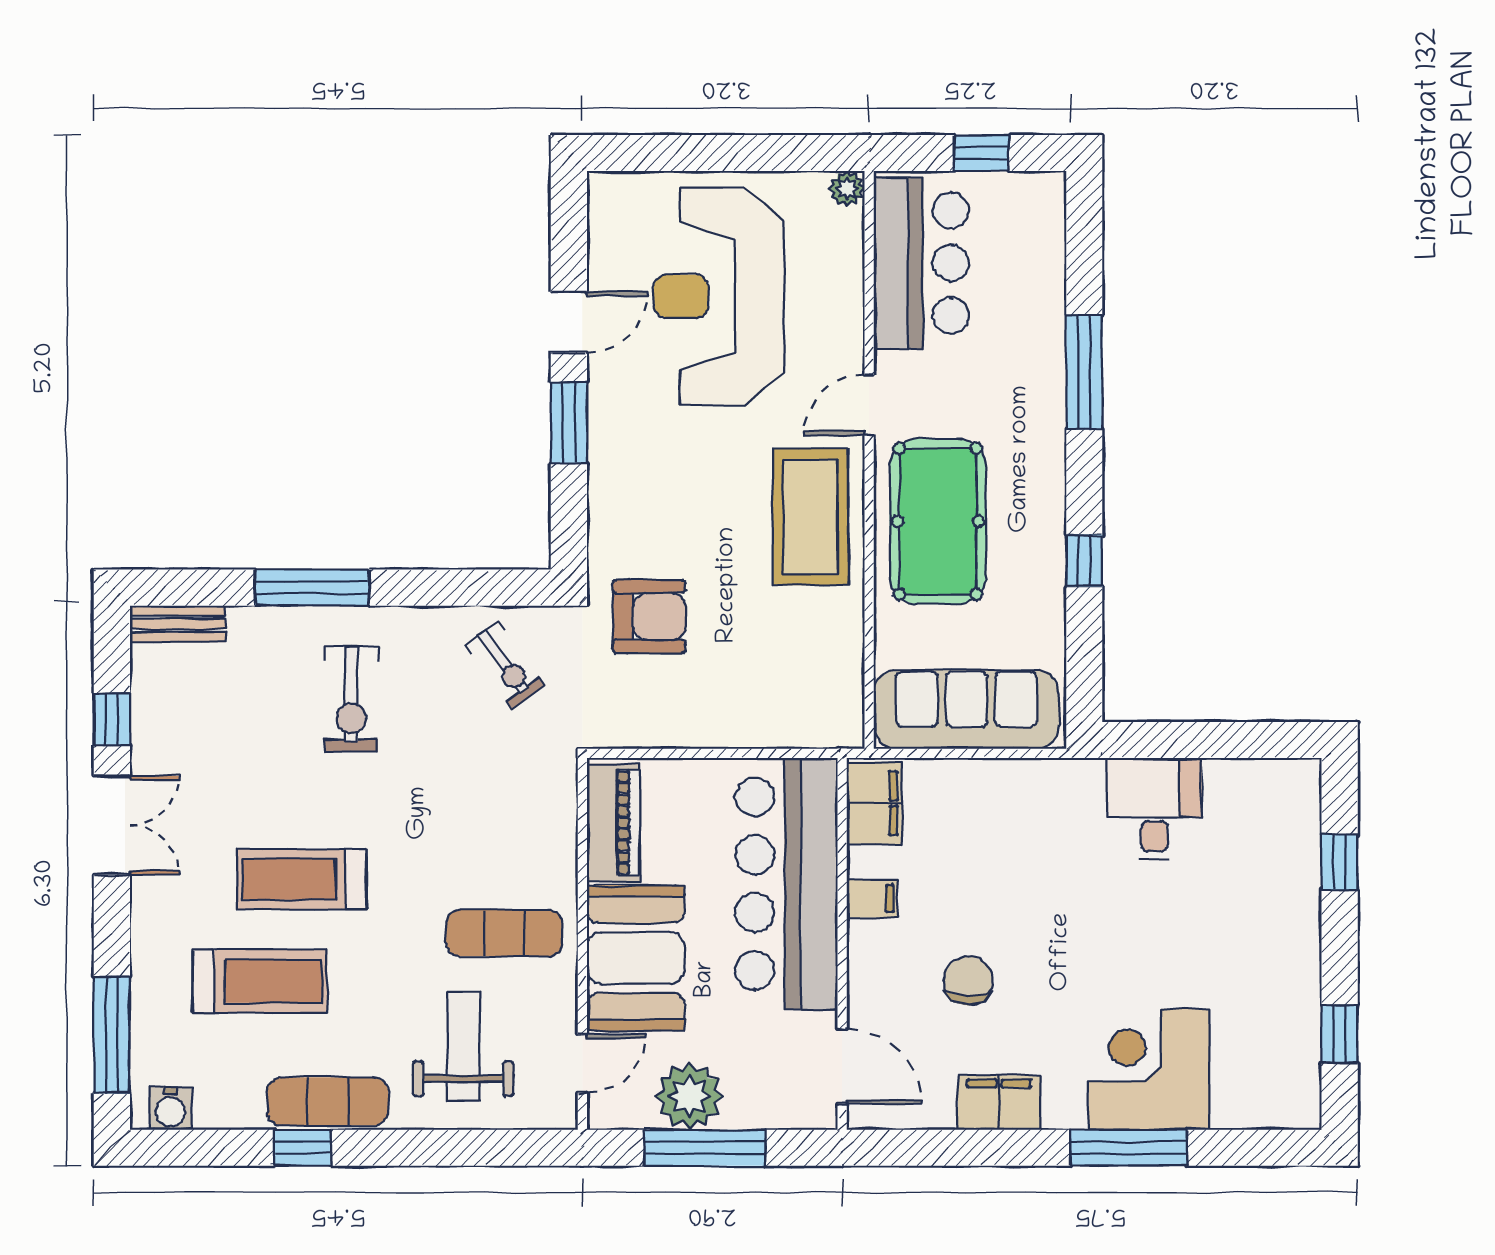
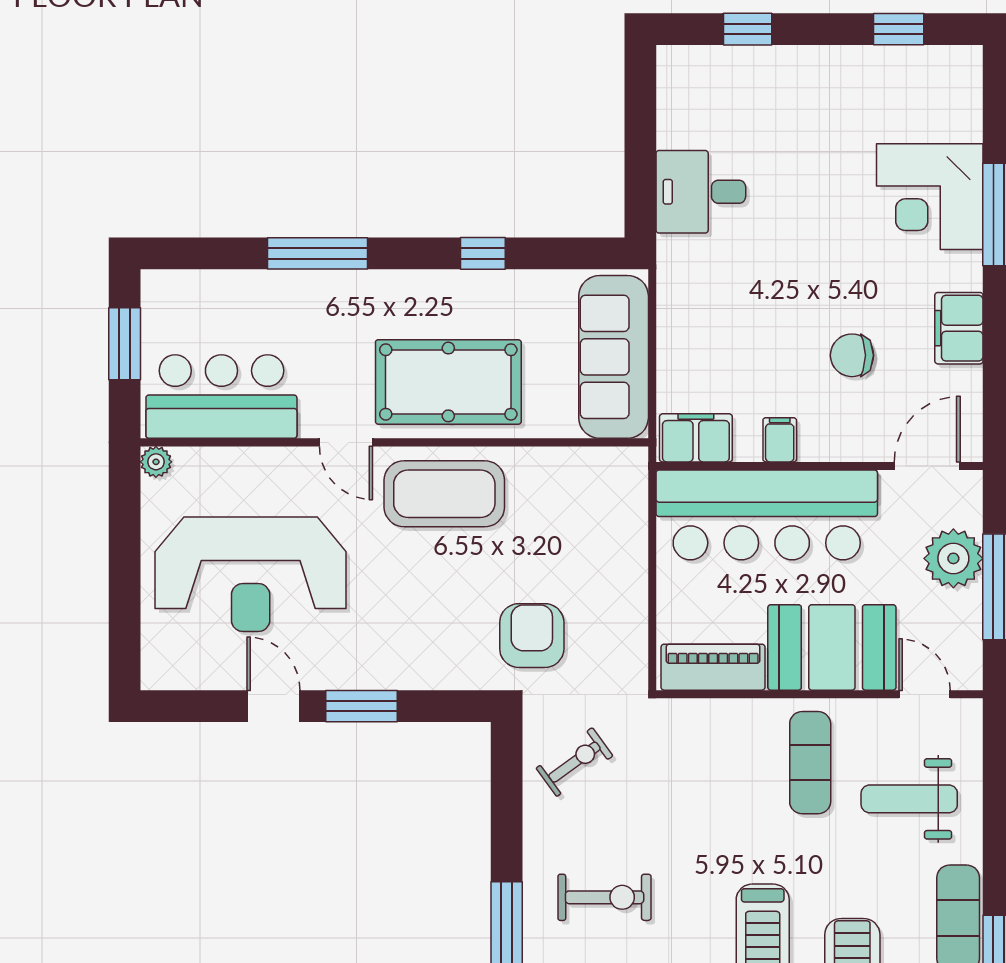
window: (981, 153) -> (125, 344), width x1.50
plant: (689, 1096) -> (953, 558), moved

